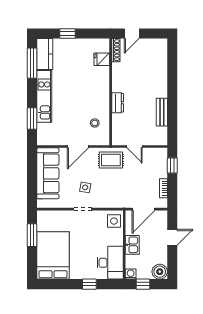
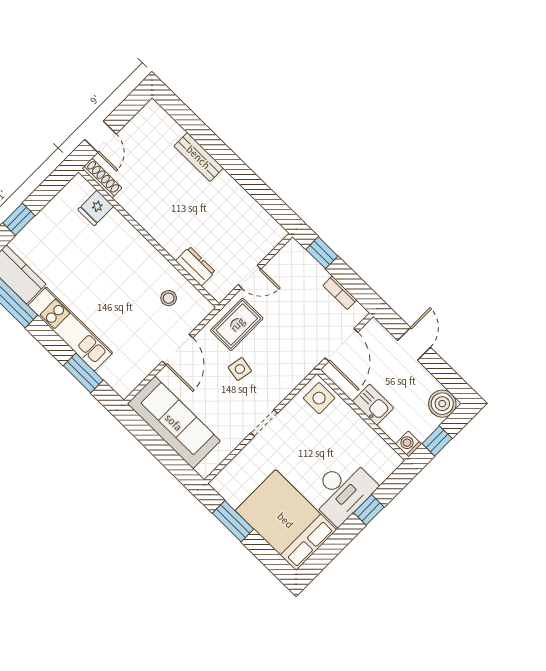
dresser: (118, 103) -> (195, 266), moved
bench: (162, 112) -> (199, 157), moved
side table: (85, 187) -> (240, 369), moved
desk: (110, 263) -> (342, 491), moved, turned 90

